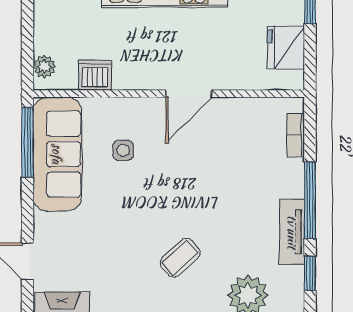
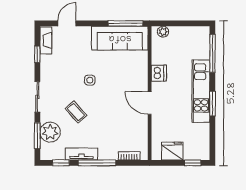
dishwasher: (95, 75) -> (159, 73), moved
side table: (123, 150) -> (90, 80), moved
coffee table: (180, 258) -> (76, 112), moved

